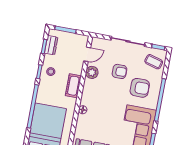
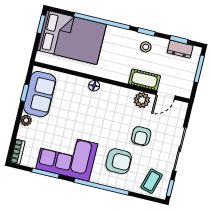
door: (87, 54) -> (166, 95), hinge flipped
cot: (73, 86) -> (144, 80), moved
armchair: (140, 88) -> (119, 161), turned -90

